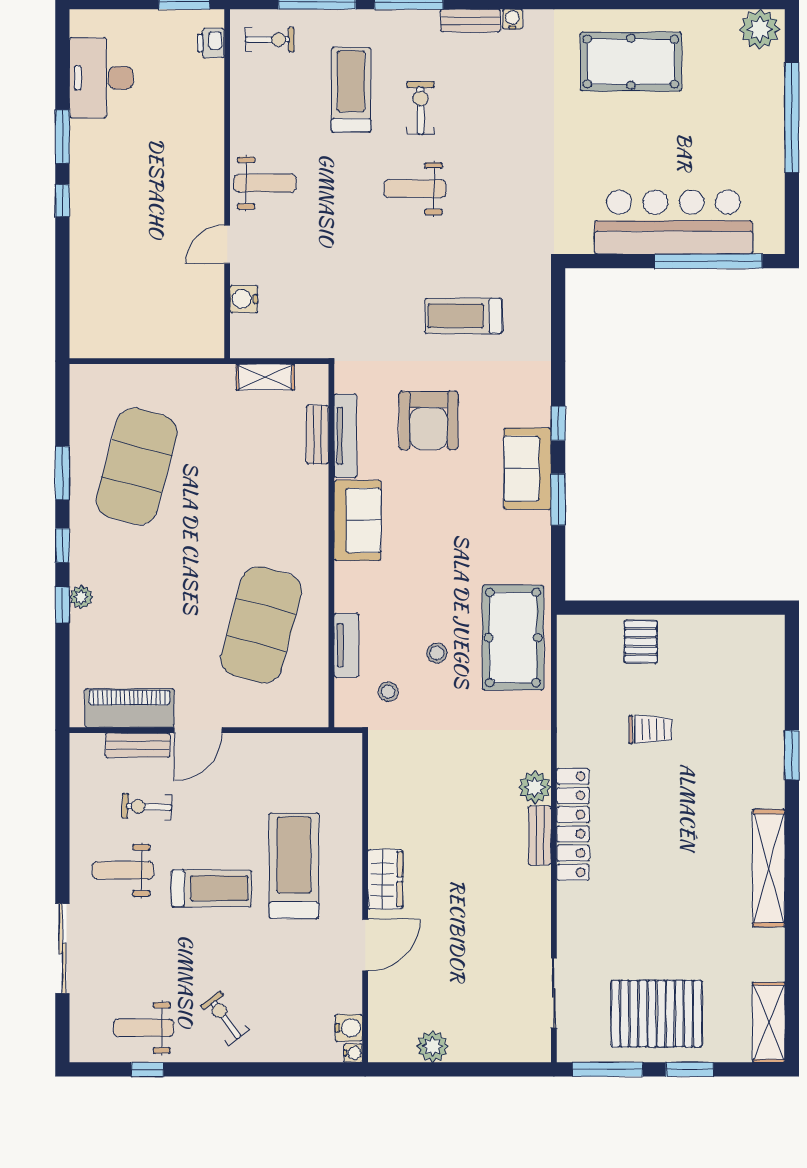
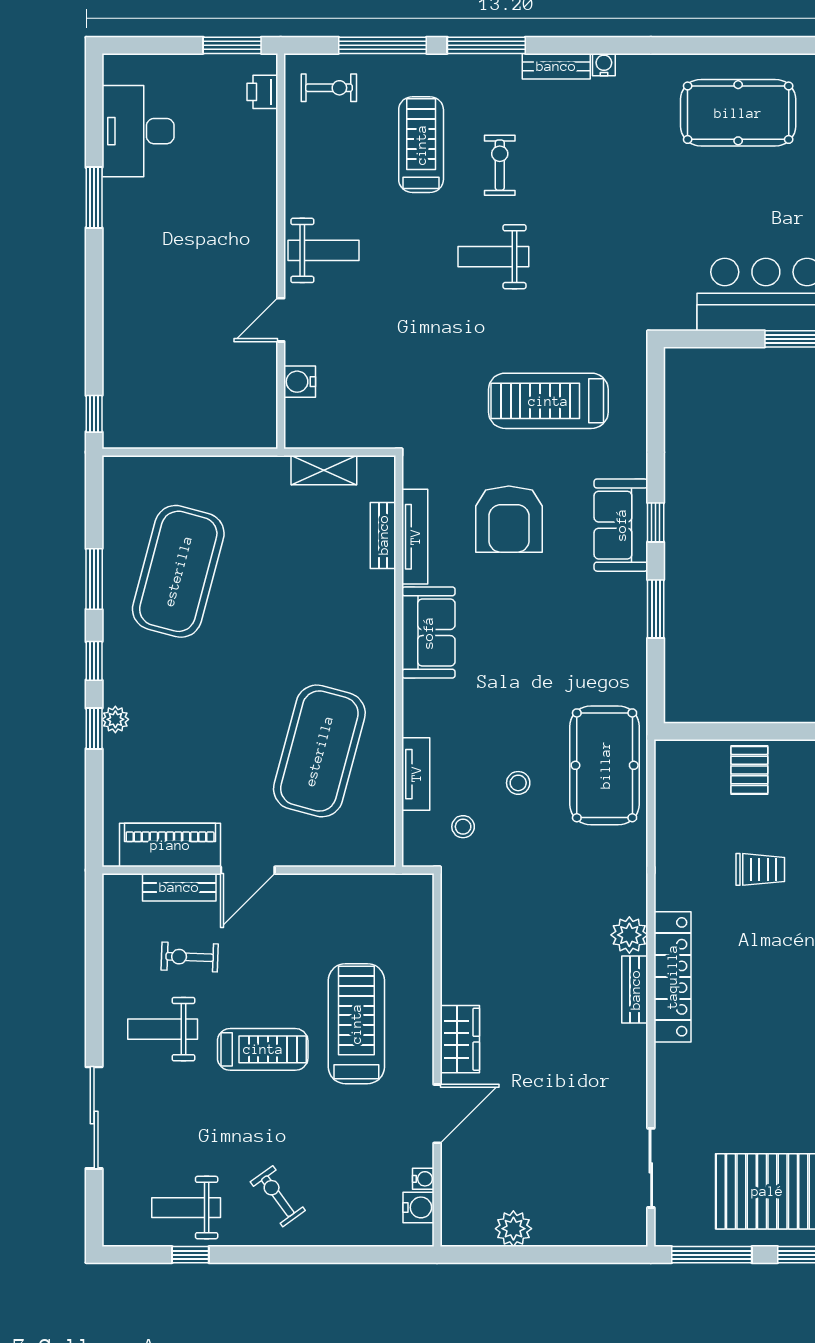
window: (62, 201) -> (94, 414), moved
treadmill: (463, 316) -> (548, 401), width x1.37, depth x1.38
sofa: (527, 469) -> (621, 525), moved
water cooler: (353, 1053) -> (423, 1179), moved

